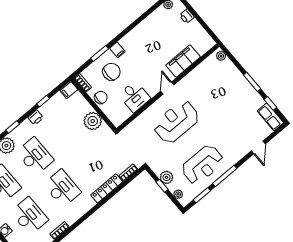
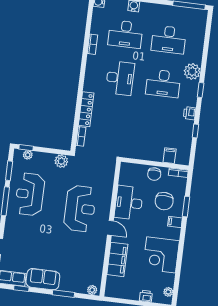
corner desk: (149, 36) -> (161, 255), added
window: (252, 82) -> (63, 294), moved
filing cabinet: (69, 90) -> (170, 156), moved
sofa: (249, 96) -> (43, 279), added
desk: (134, 97) -> (129, 203), width x1.37
plant: (93, 121) -> (144, 151), removed
plant: (166, 177) -> (61, 161), moved
window: (162, 186) -> (26, 148), moved
desk: (62, 188) -> (120, 78), turned -90

